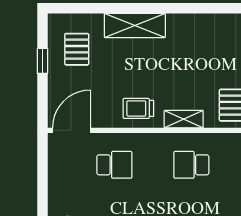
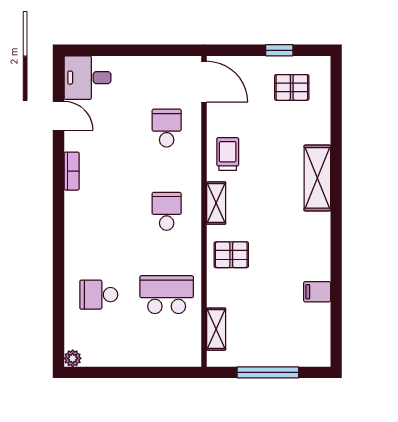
shelving: (135, 26) -> (317, 178), moved
school desk: (114, 165) -> (167, 128), turned 180

